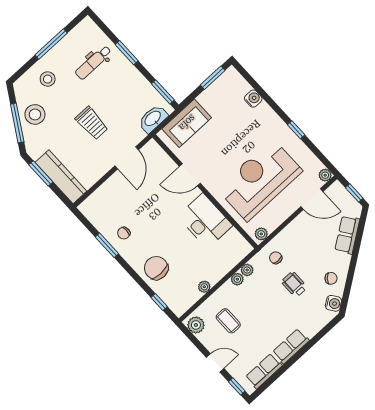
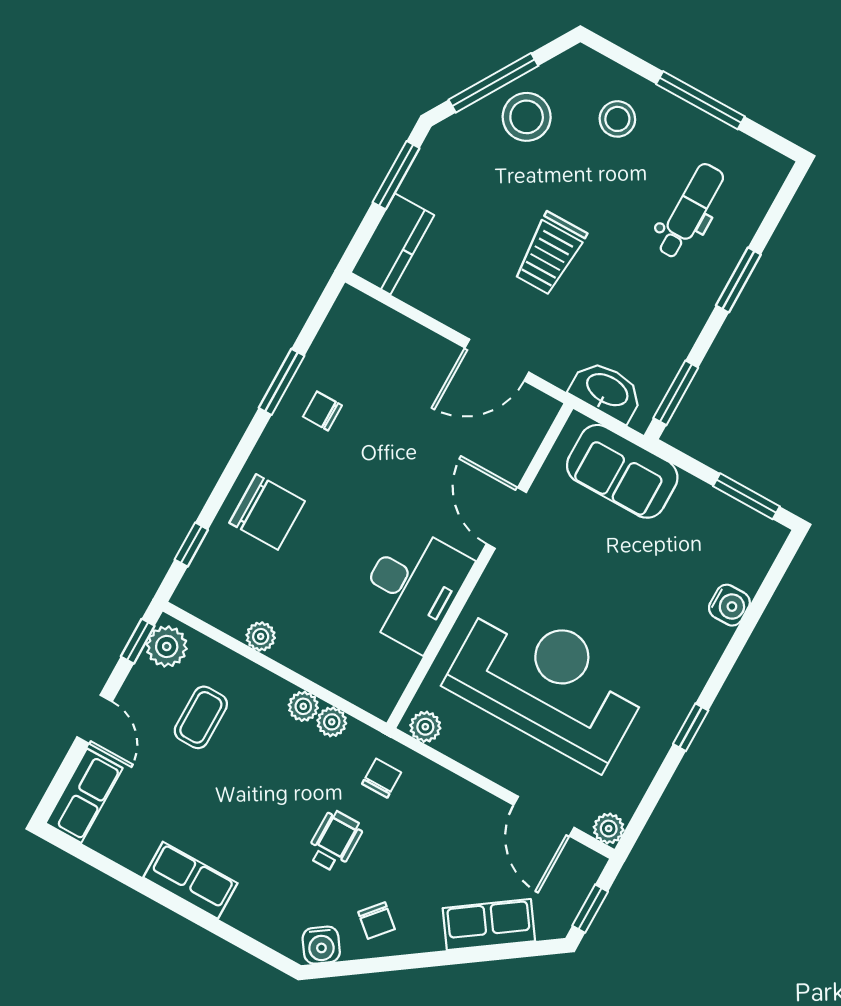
dental chair: (93, 63) -> (690, 211), turned 90
kitchen counter: (61, 177) -> (392, 244), width x0.67
chair: (156, 268) -> (267, 512), turned 90
row of seats: (264, 371) -> (84, 796), moved, turned 90
window: (237, 386) -> (138, 641), moved

